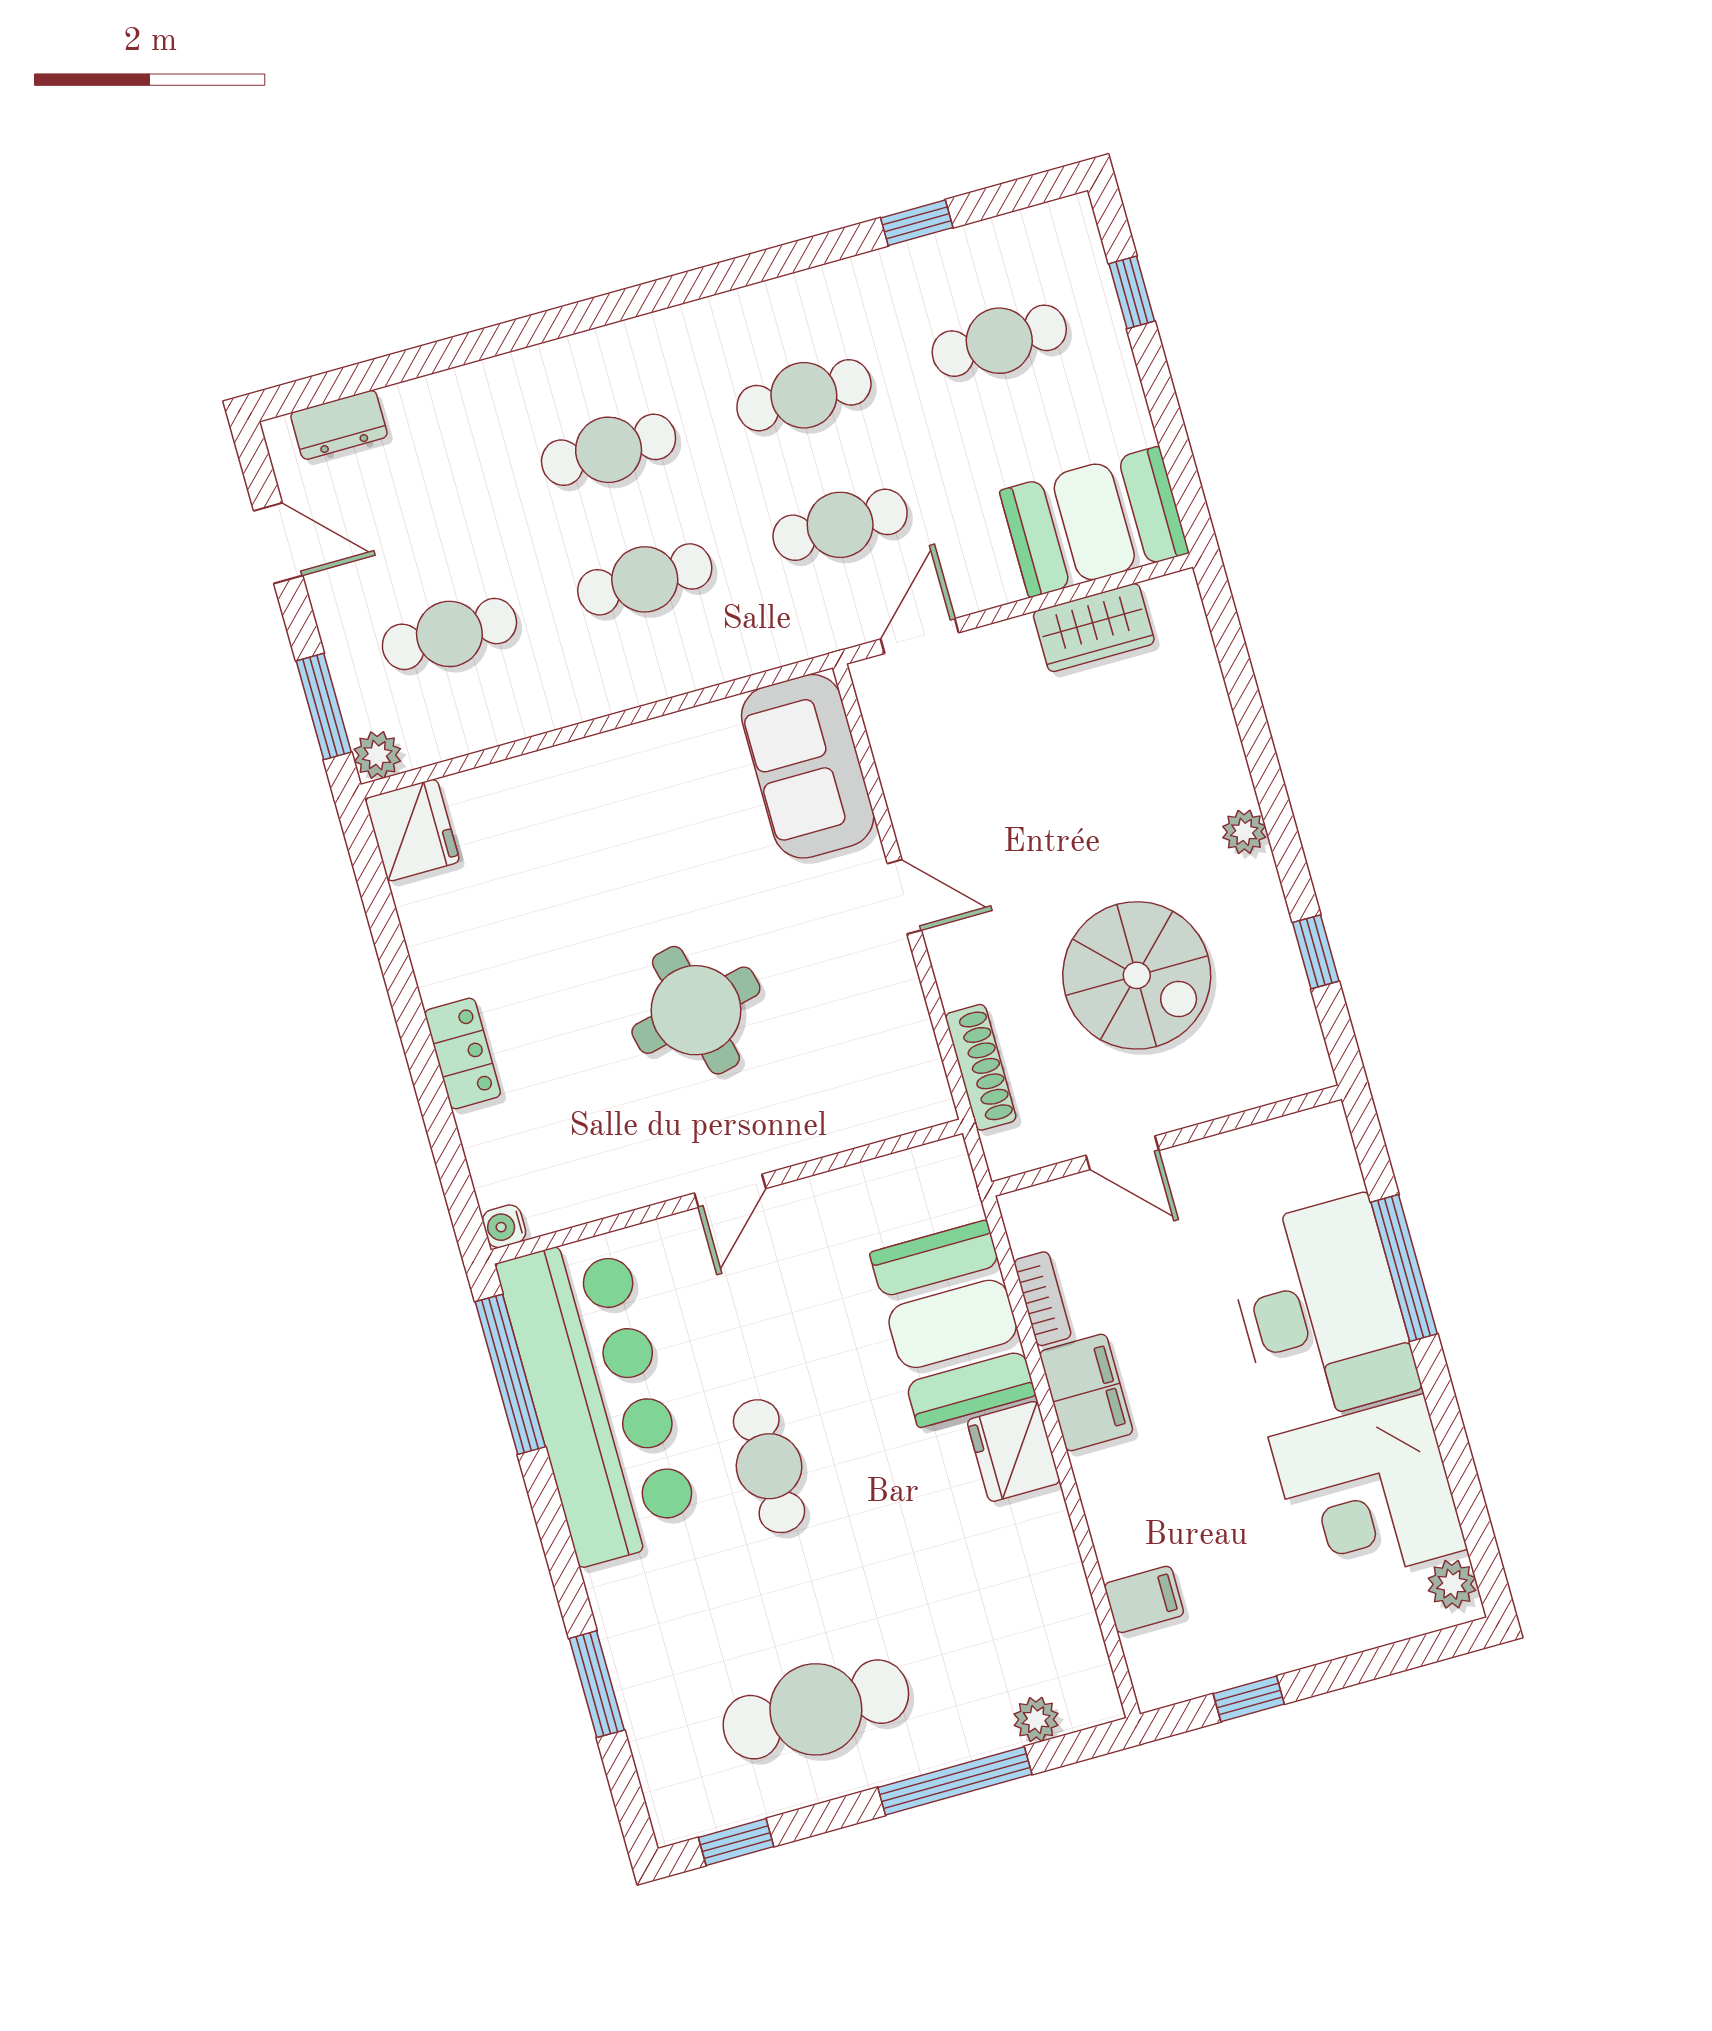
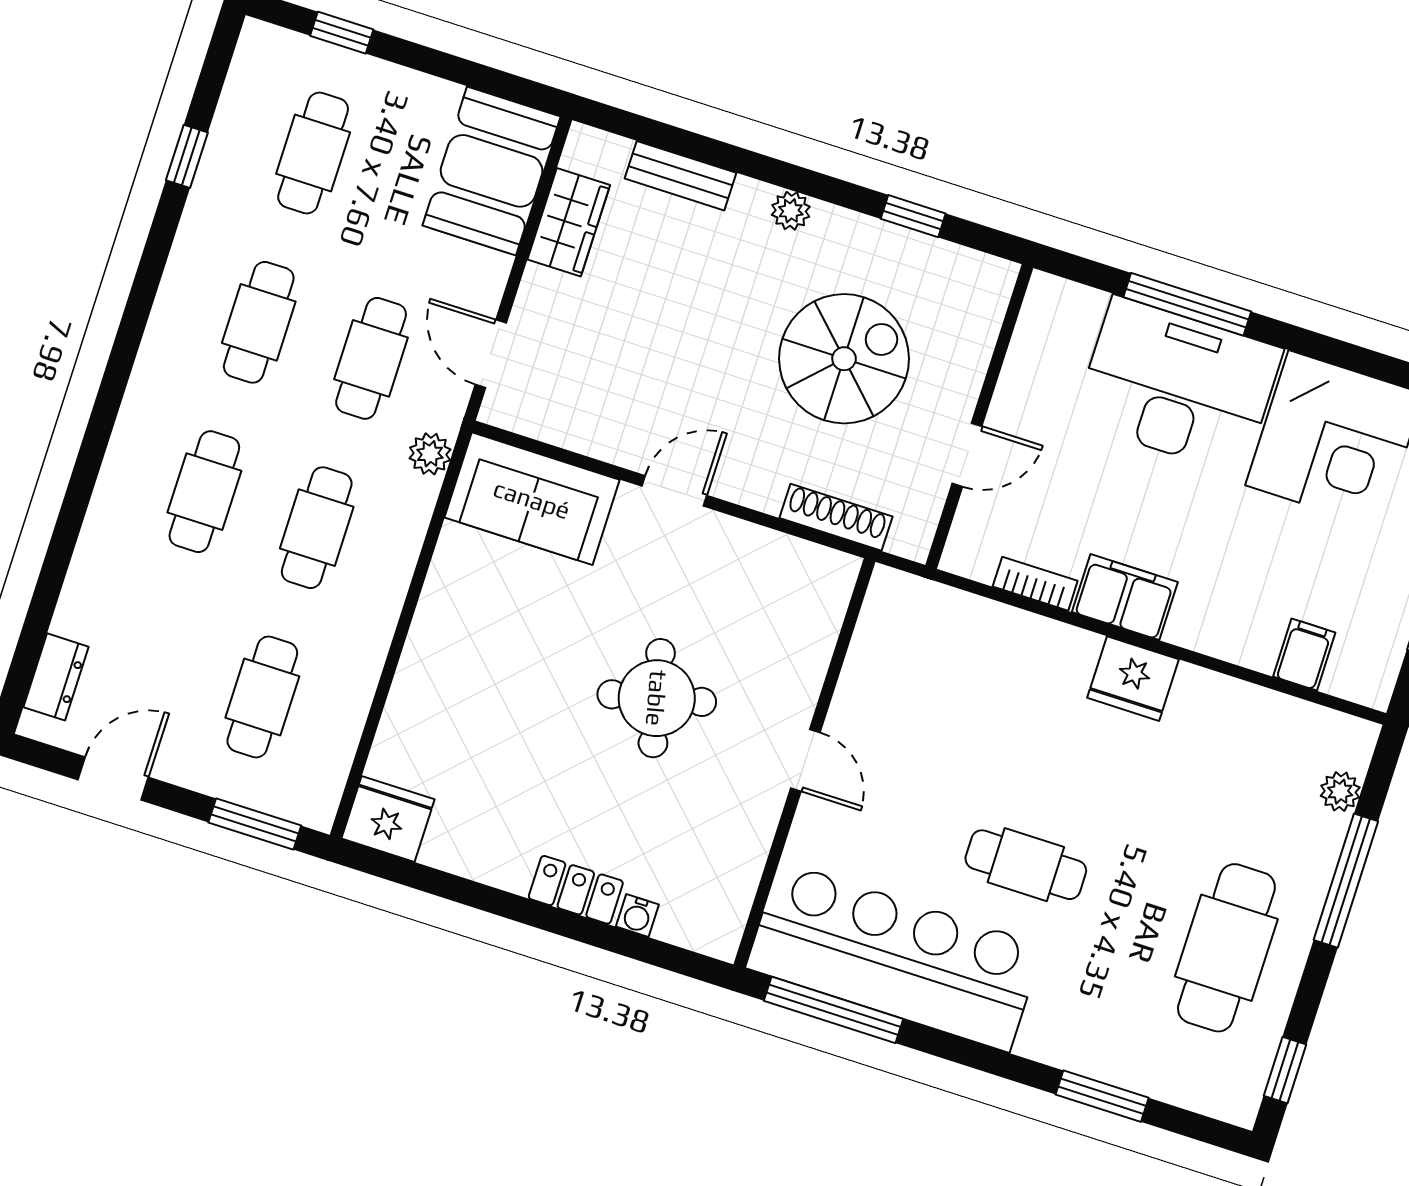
bench: (1208, 705) -> (681, 176), added
plant: (377, 755) -> (430, 454), moved
water cooler: (504, 1226) -> (637, 916), moved
booth: (953, 1324) -> (1010, 662), removed

